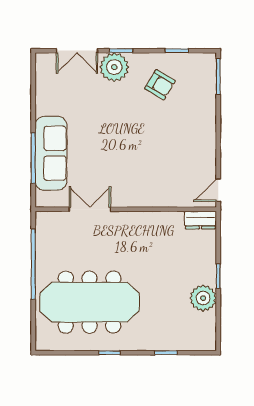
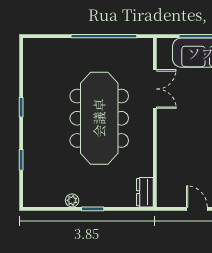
door: (218, 190) -> (197, 209), moved
plant: (203, 298) -> (72, 200), width x0.53, depth x0.53
meeting table: (90, 302) -> (99, 118), moved

